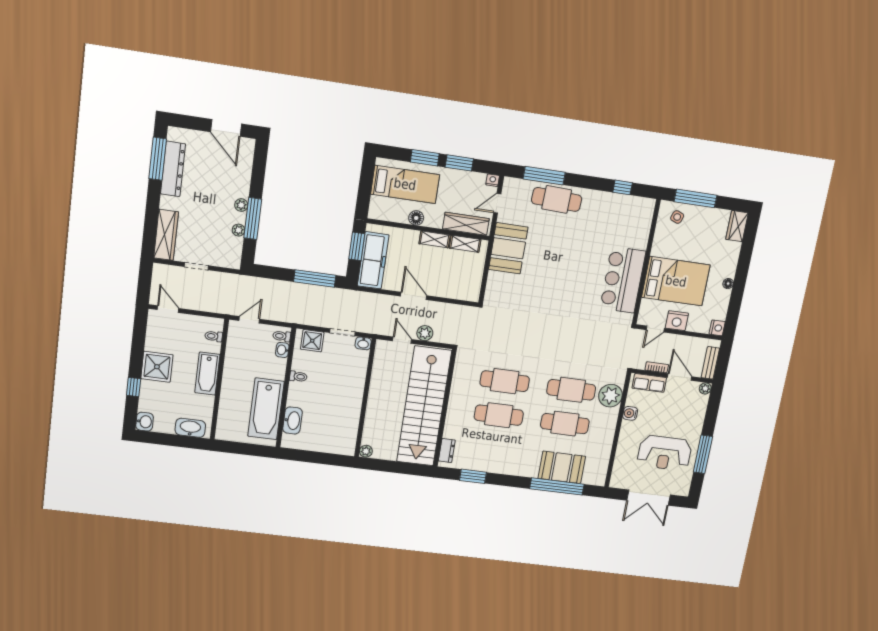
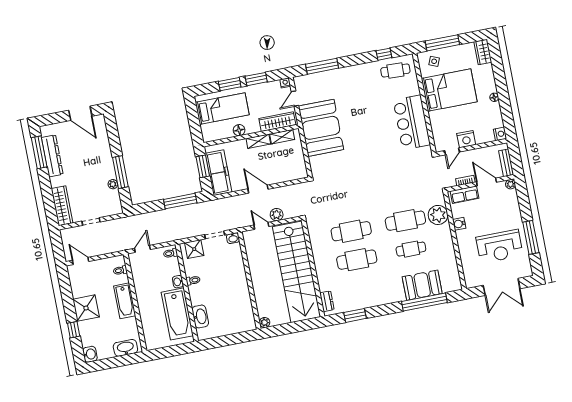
cafe table: (557, 199) -> (395, 70), moved, width x0.73, depth x0.74
plant: (241, 205) -> (109, 165), removed
booth: (508, 248) -> (321, 128), width x1.36, depth x1.42
bed: (676, 281) -> (449, 90), moved
washbasin: (282, 350) -> (178, 282), moved
cafe table: (565, 424) -> (411, 249), width x0.73, depth x0.74

